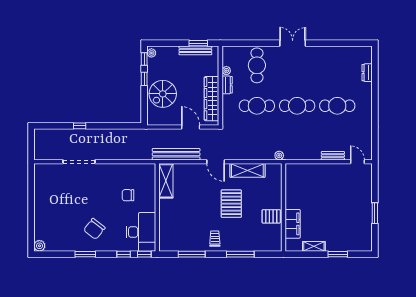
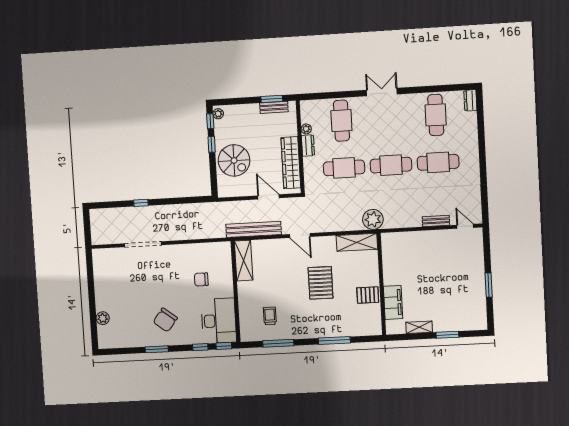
bench: (195, 50) -> (274, 107), width x0.73
cafe table: (337, 65) -> (436, 115), added
dresser: (367, 73) -> (470, 100), moved
spiral stairs: (163, 94) -> (234, 160), turned -90
plant: (279, 155) -> (373, 219), width x1.87, depth x1.87
shelving: (247, 170) -> (357, 242), moved
trolley: (215, 239) -> (270, 316), moved
plant: (39, 246) -> (103, 318), moved

